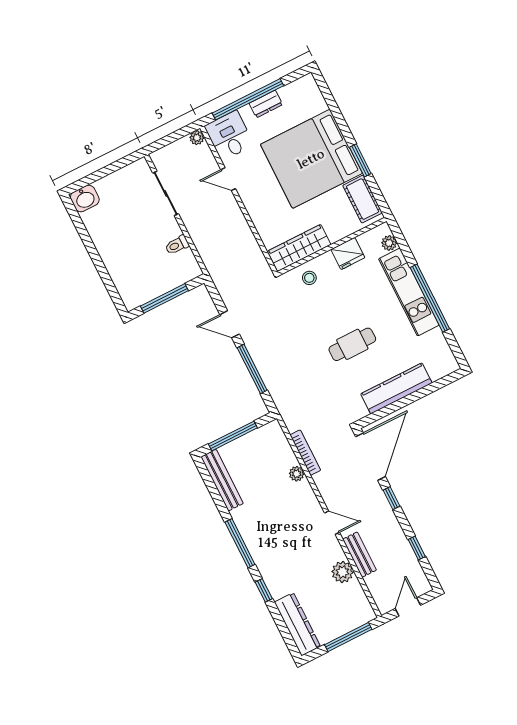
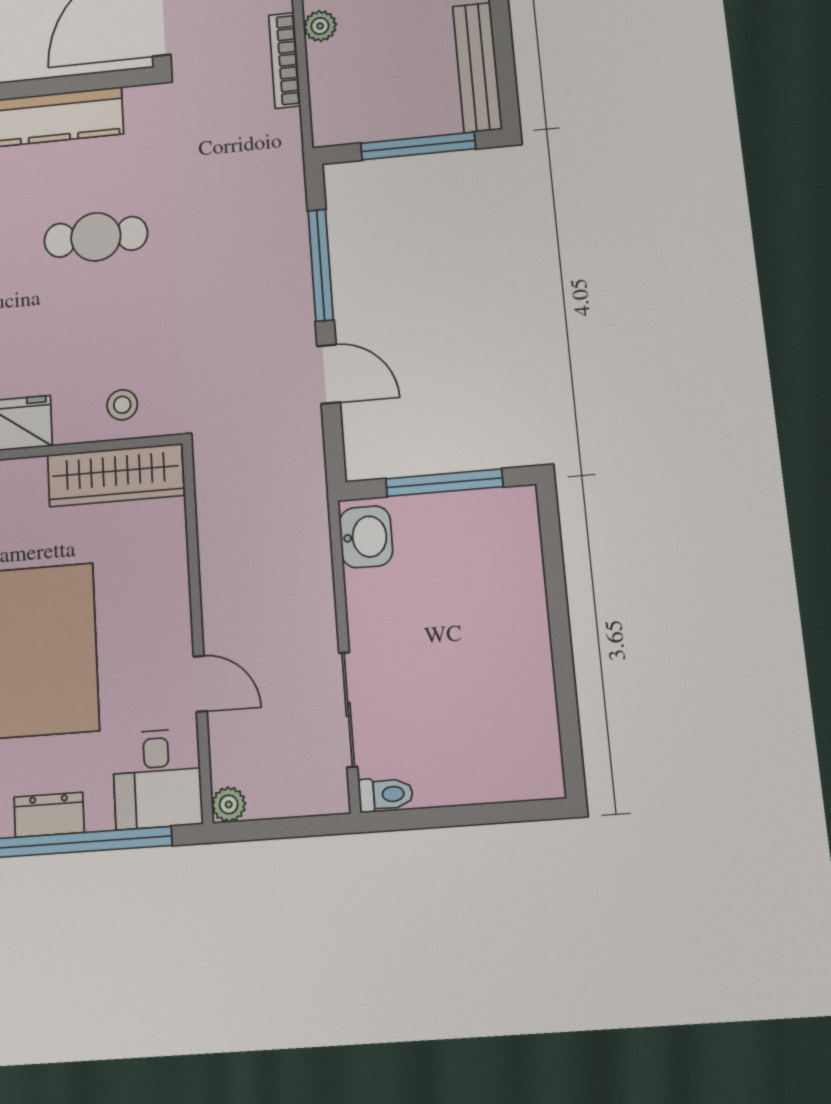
washbasin: (85, 198) -> (366, 537), moved, turned 90
toilet: (177, 245) -> (386, 794), moved

